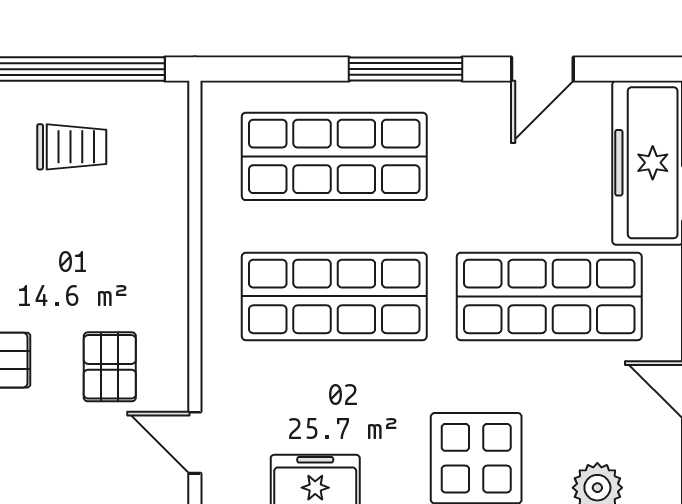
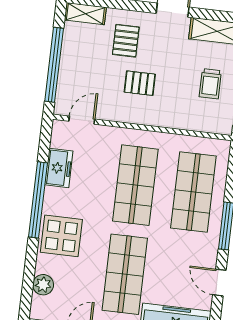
pallet: (110, 367) -> (140, 83), moved

